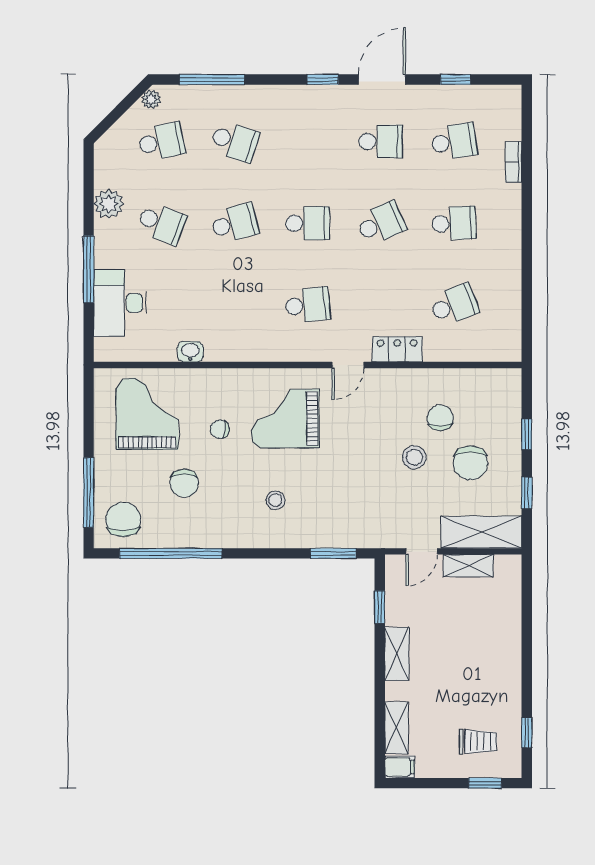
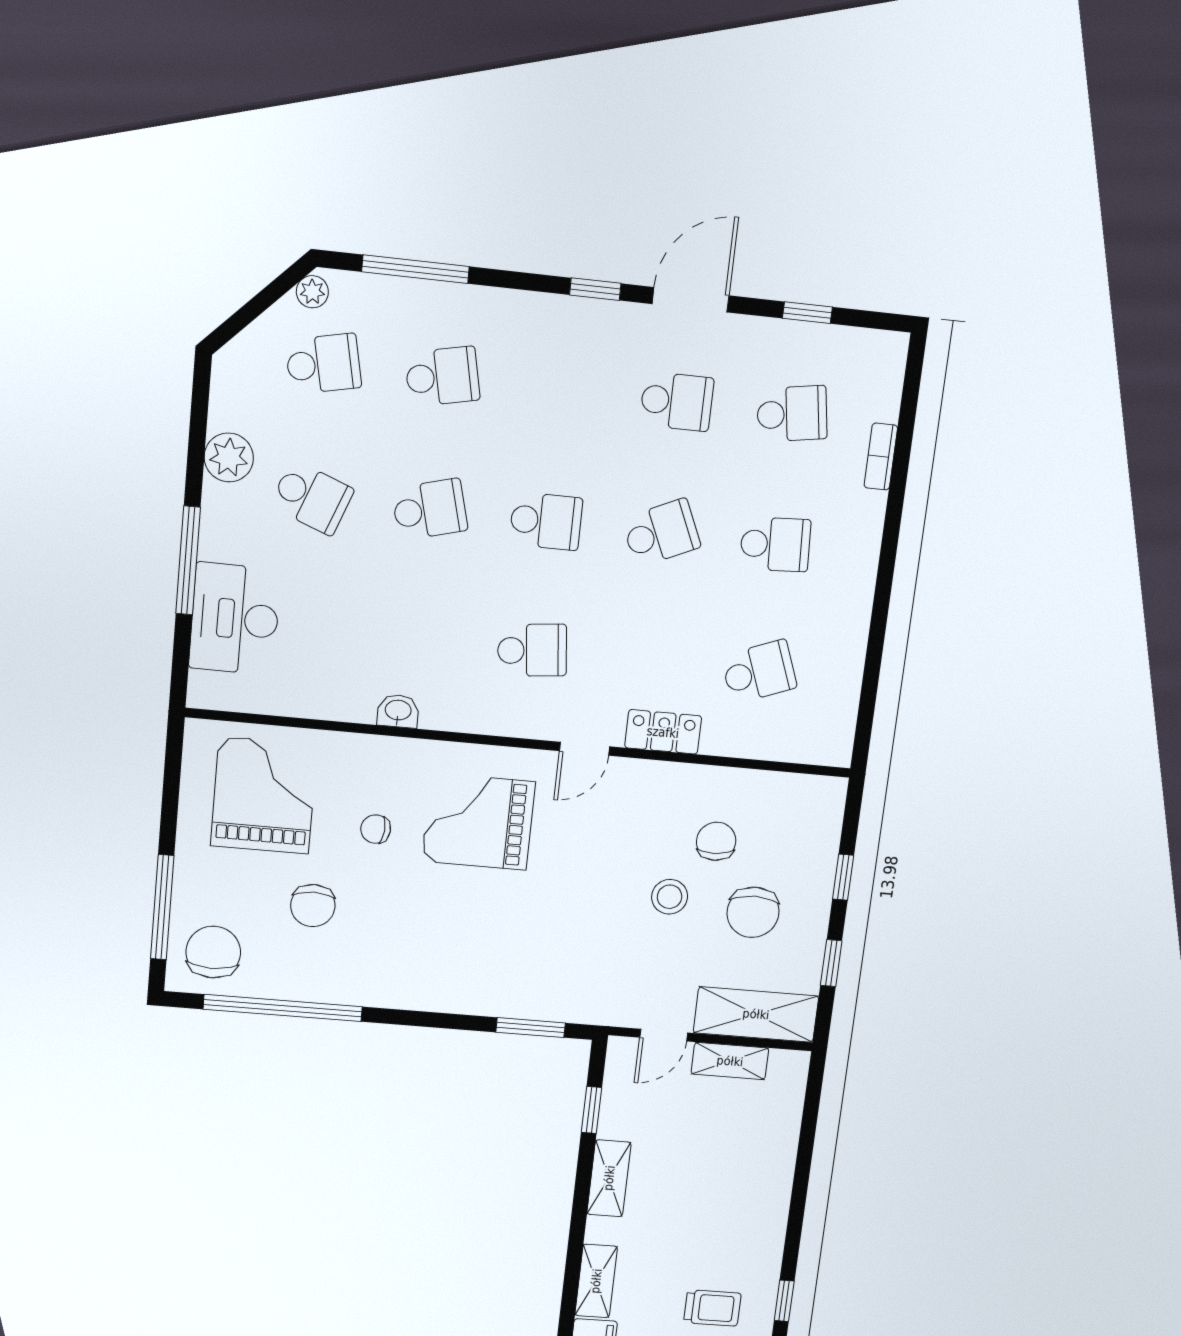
school desk: (235, 142) -> (442, 377), turned -30
washbasin: (190, 352) -> (398, 711), moved
stool: (275, 500) -> (451, 943), removed

